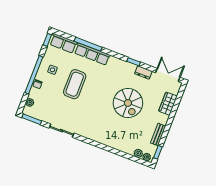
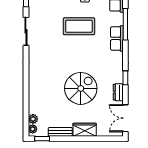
row of seats: (92, 54) -> (117, 38), width x0.68
double door: (168, 75) -> (125, 118), swing flipped
spiral stairs: (128, 103) -> (81, 88), turned 180
wardrobe: (168, 104) -> (85, 130), moved

